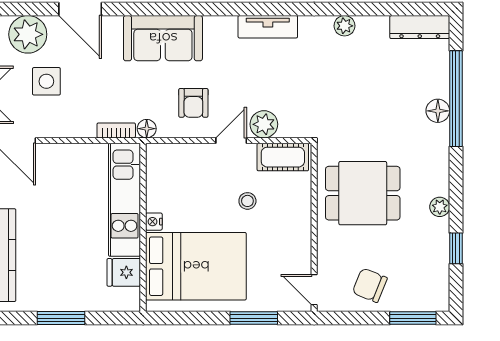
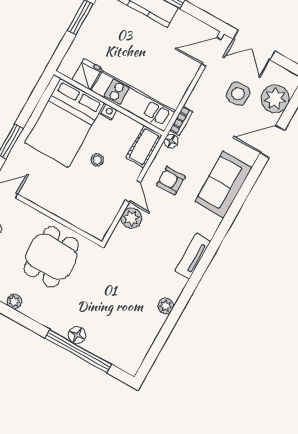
dresser: (420, 27) -> (138, 354), removed
cot: (283, 157) -> (144, 147), moved
stool: (247, 201) -> (97, 160), moved

